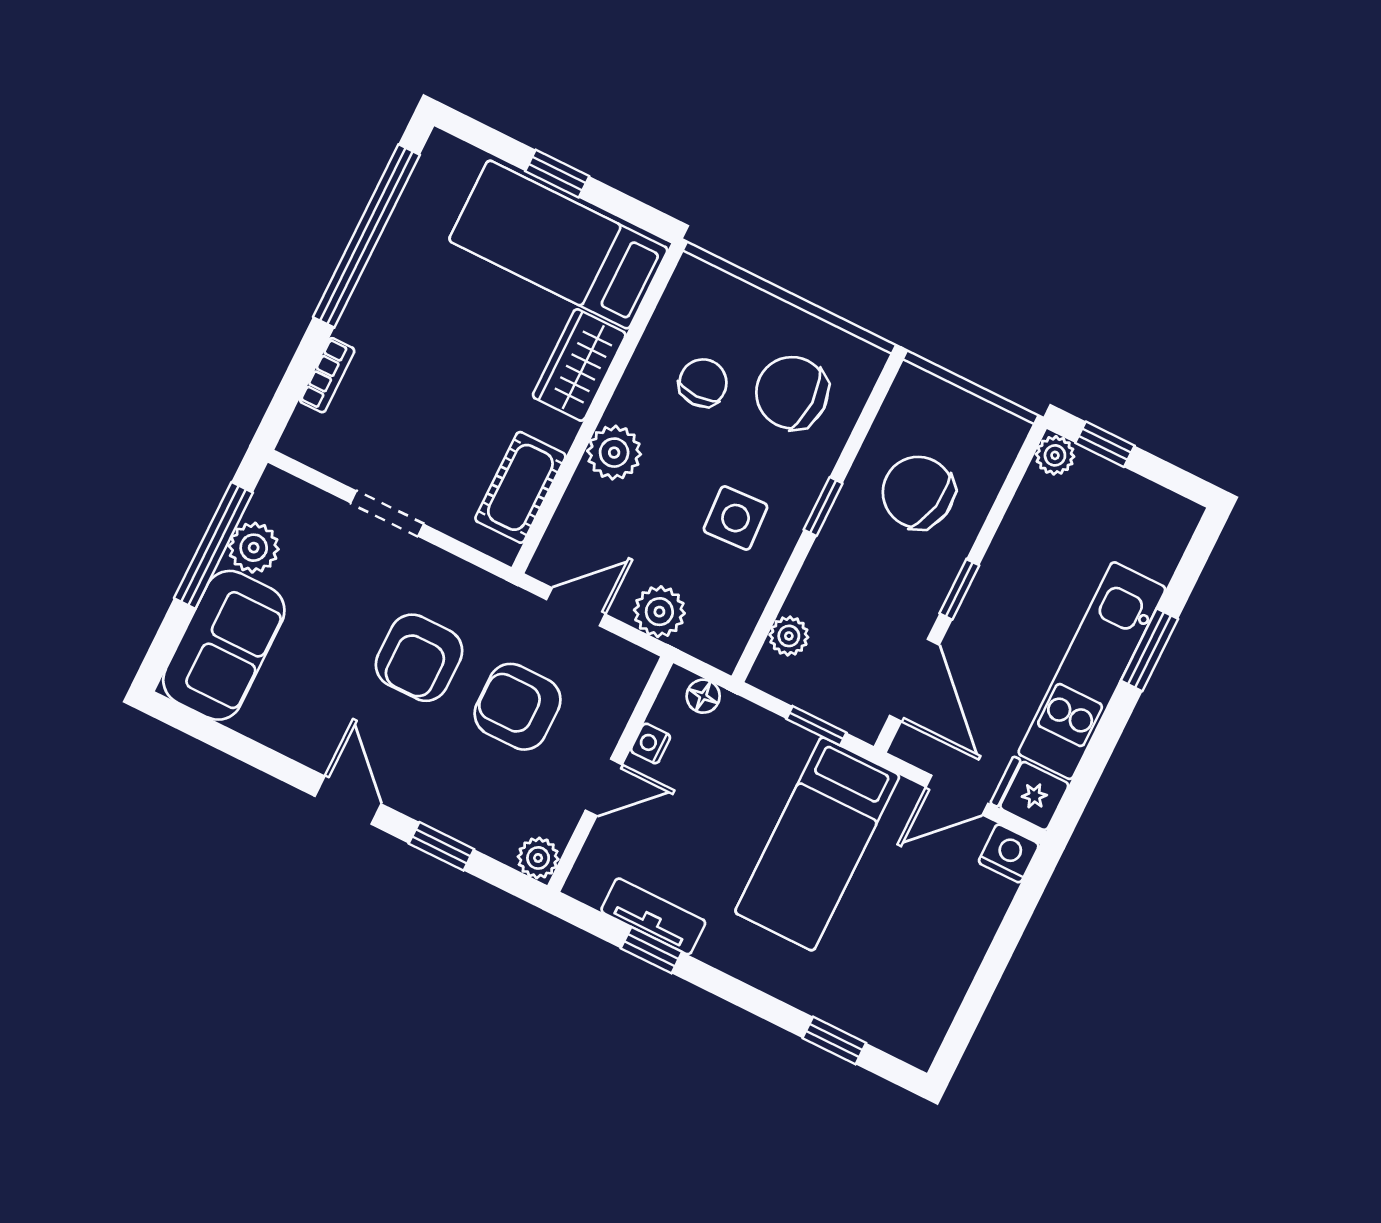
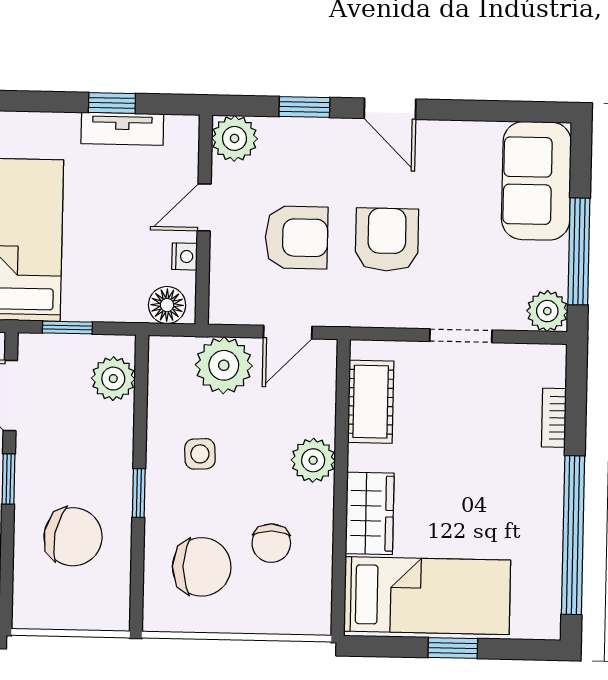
side table: (736, 518) -> (200, 454), width x0.73, depth x0.73
plant: (254, 548) -> (547, 311), moved
plant: (659, 612) -> (224, 365), width x1.36, depth x1.36
plant: (789, 636) -> (113, 379), width x1.38, depth x1.38
floor lamp: (703, 696) -> (167, 305), width x1.37, depth x1.37
plant: (538, 858) -> (235, 138), width x1.38, depth x1.38

